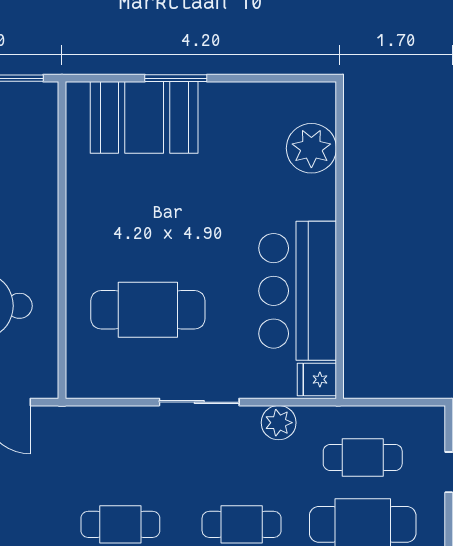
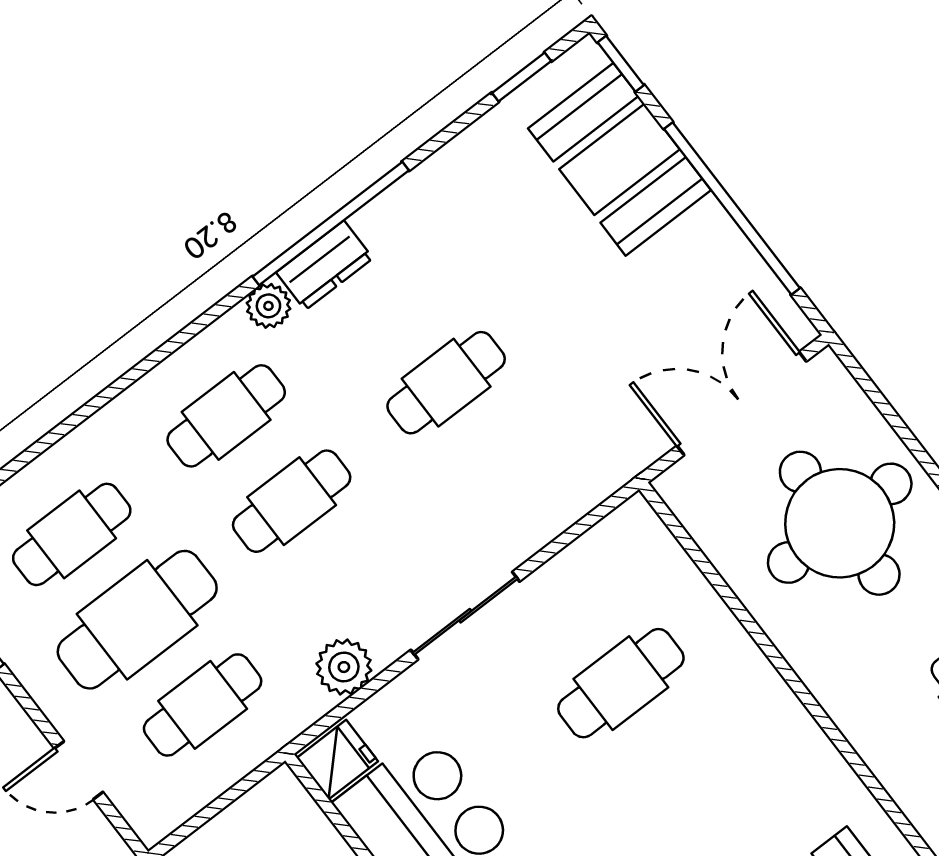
cafe table: (148, 310) -> (621, 683), width x0.73, depth x0.74

